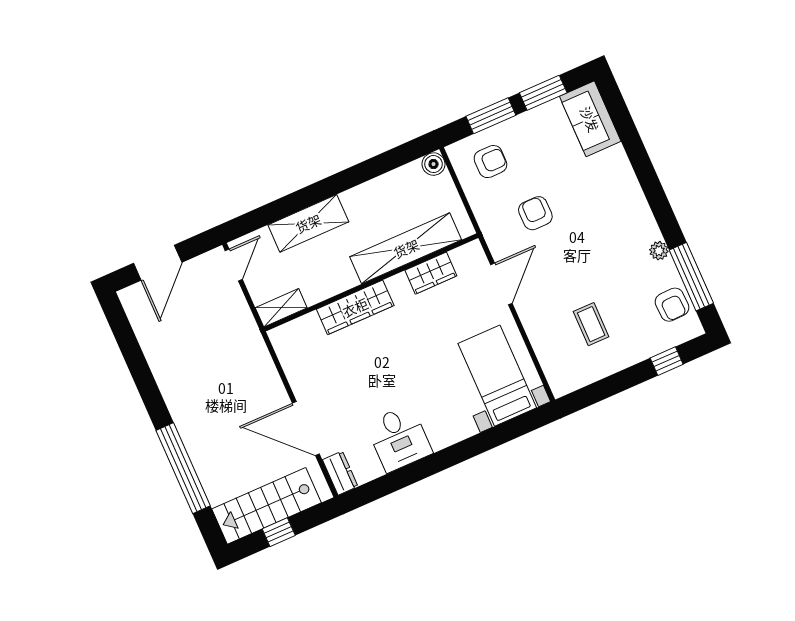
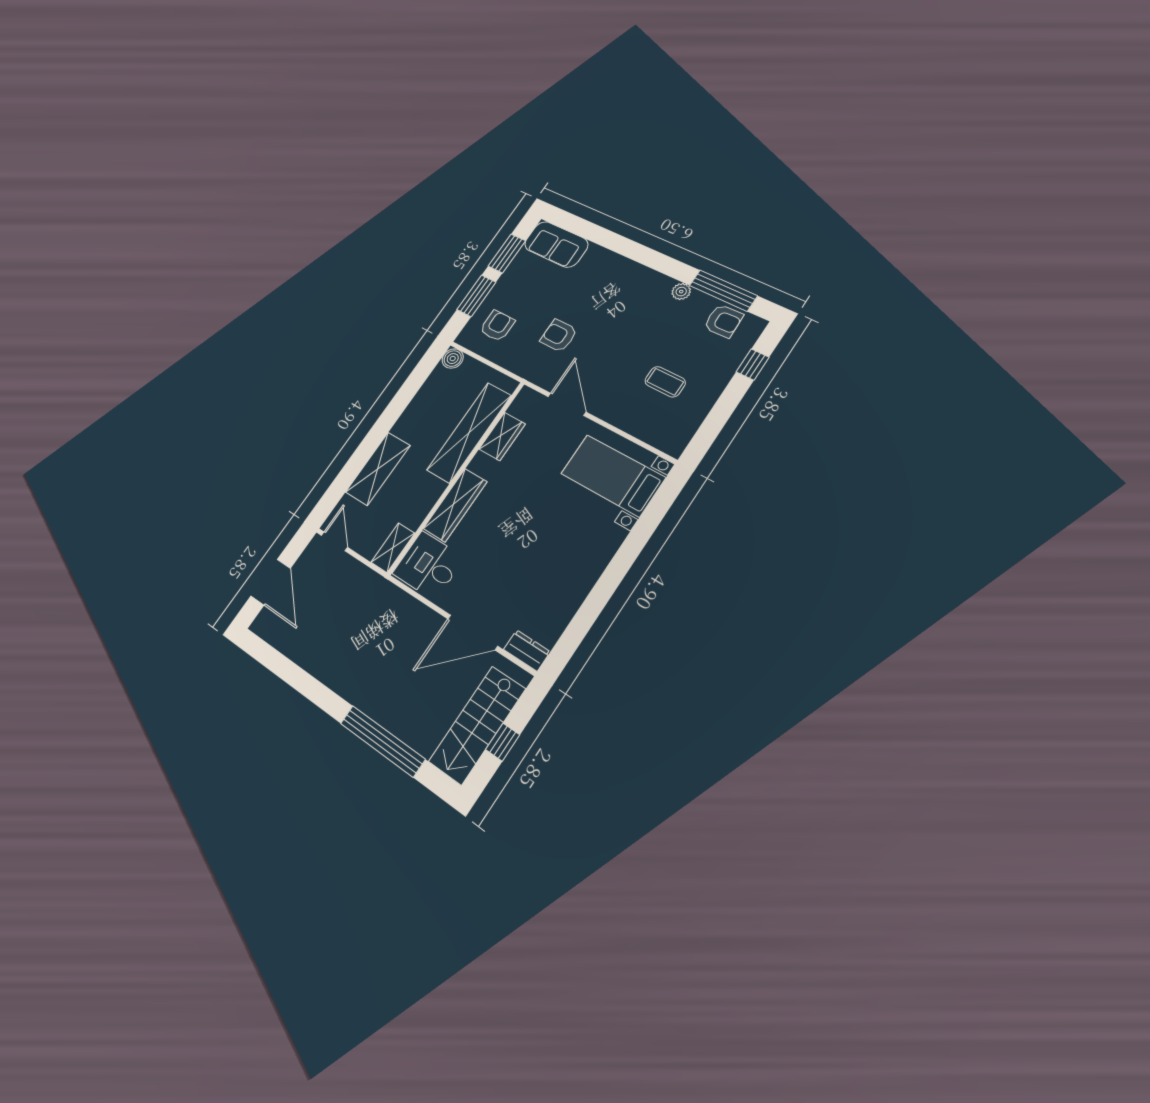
desk: (399, 438) -> (428, 566), moved, turned 180

